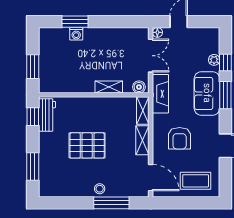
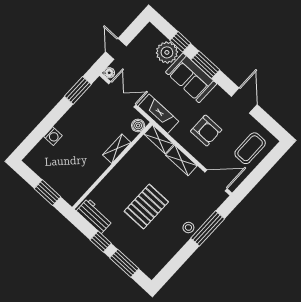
window: (75, 22) -> (78, 90), moved
plant: (214, 60) -> (167, 52), width x1.88, depth x1.88
window: (33, 117) -> (101, 242), moved

